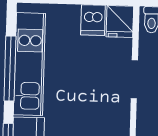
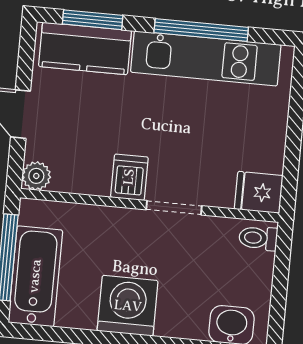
dishwasher: (93, 20) -> (129, 177), moved, turned 90

